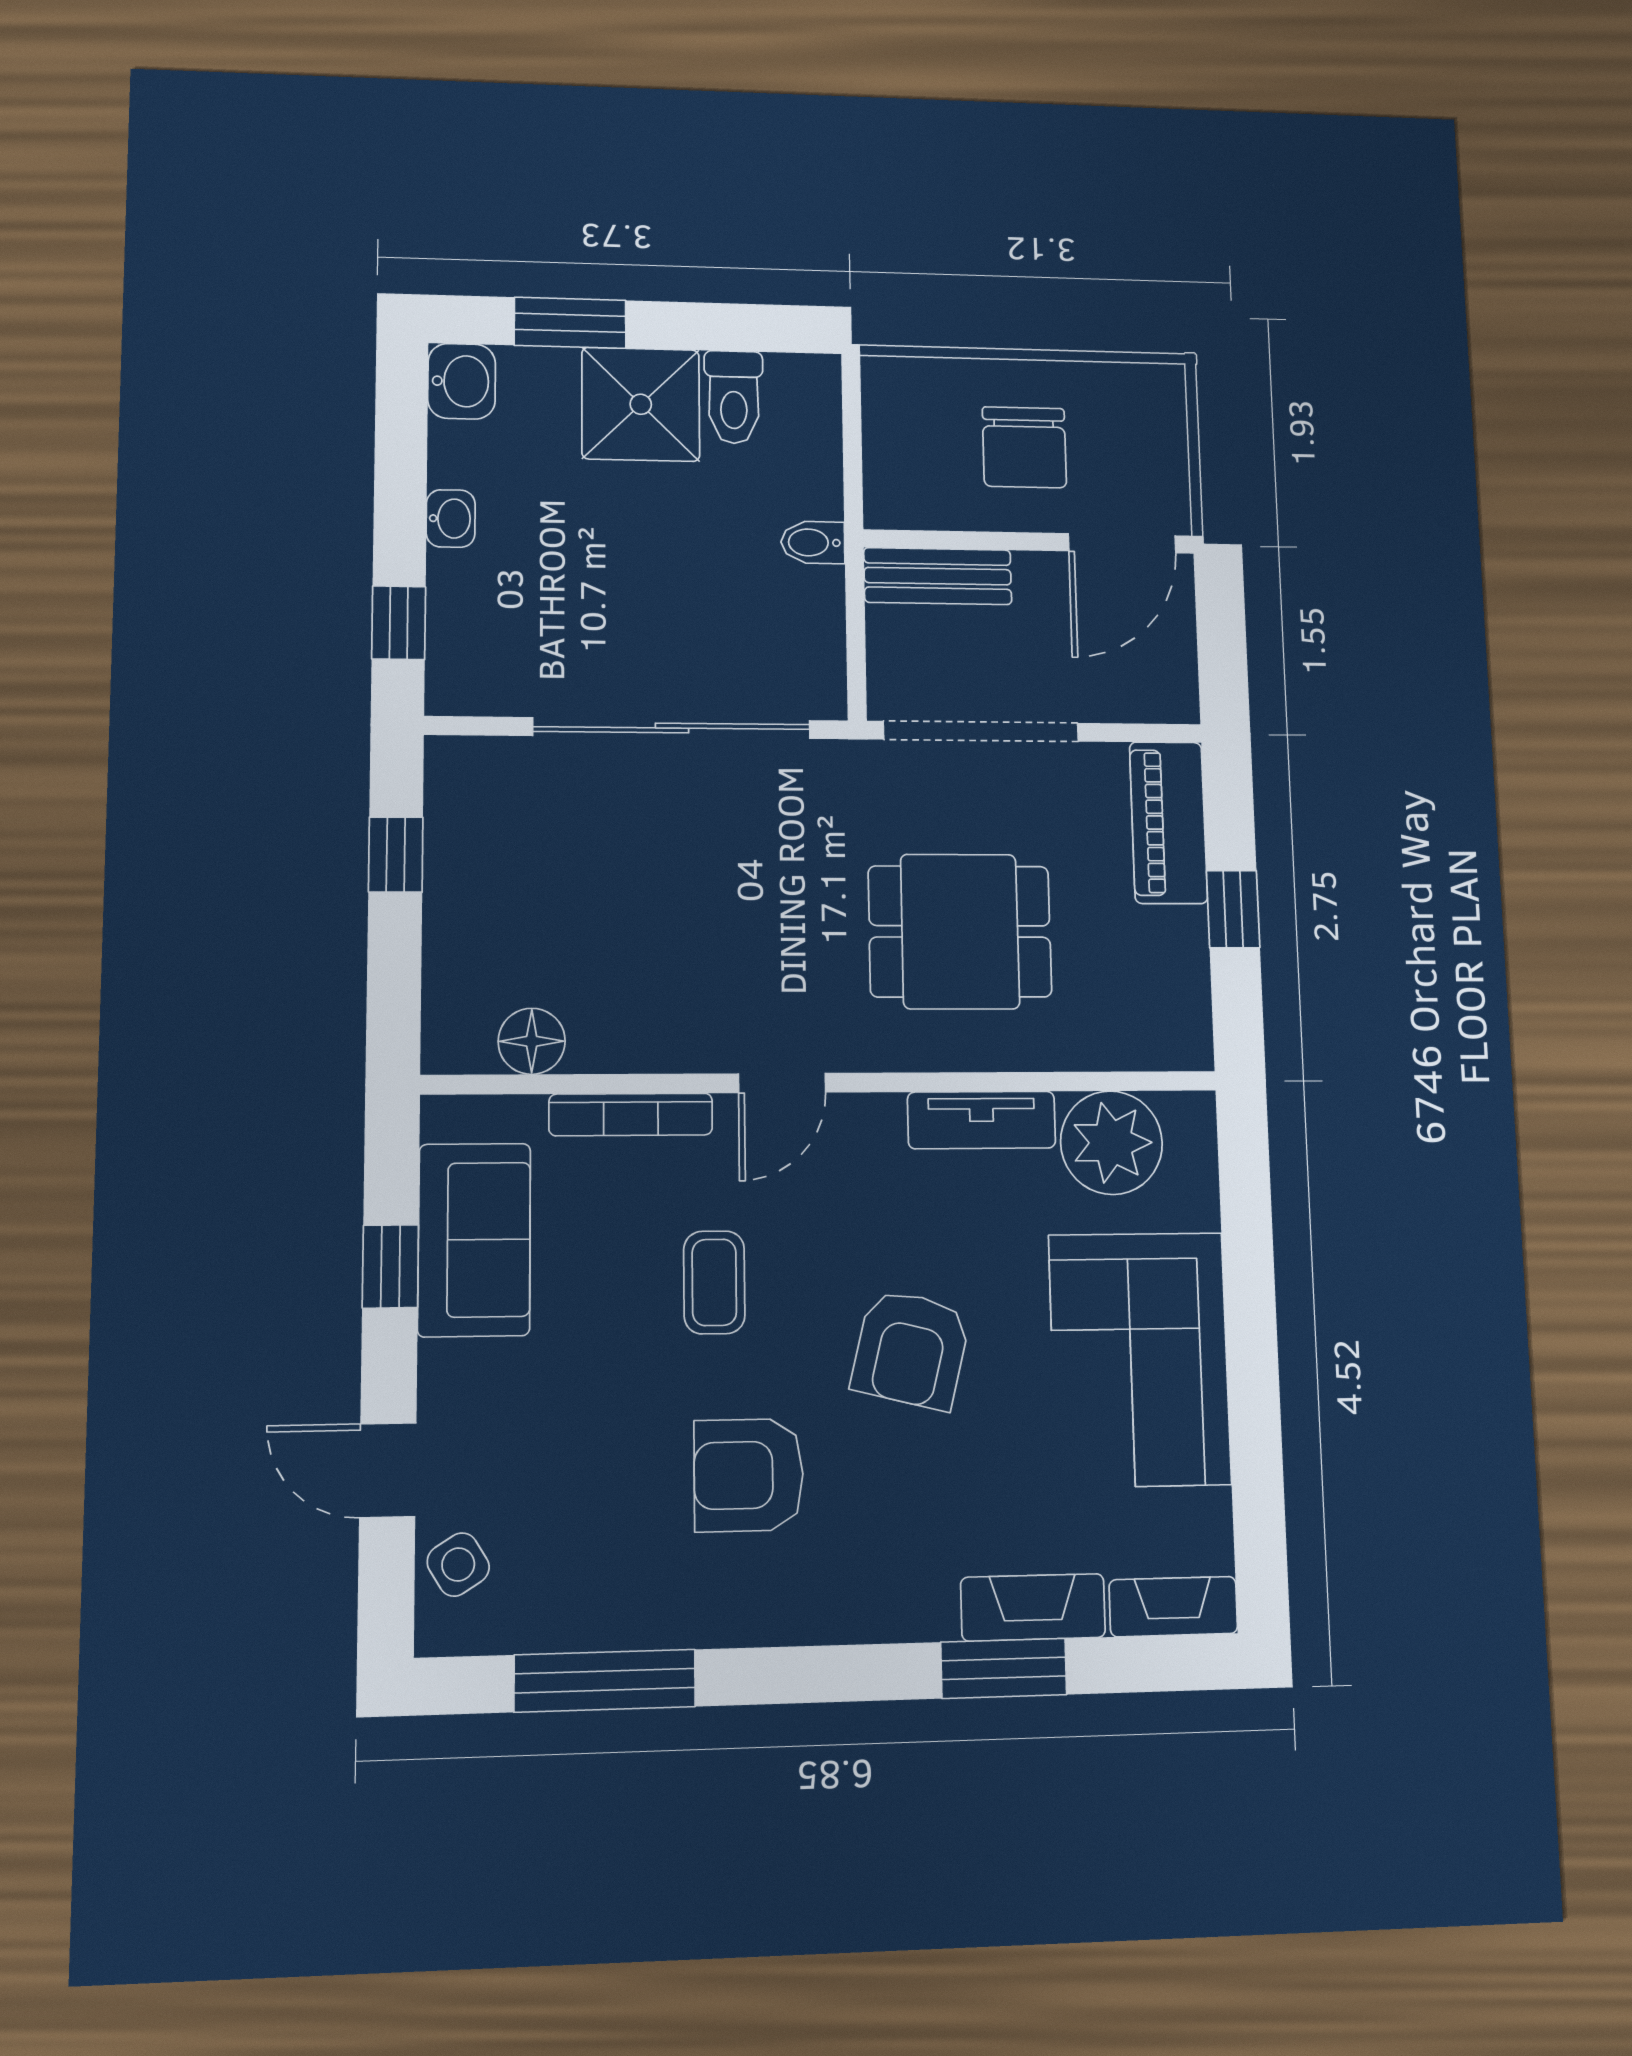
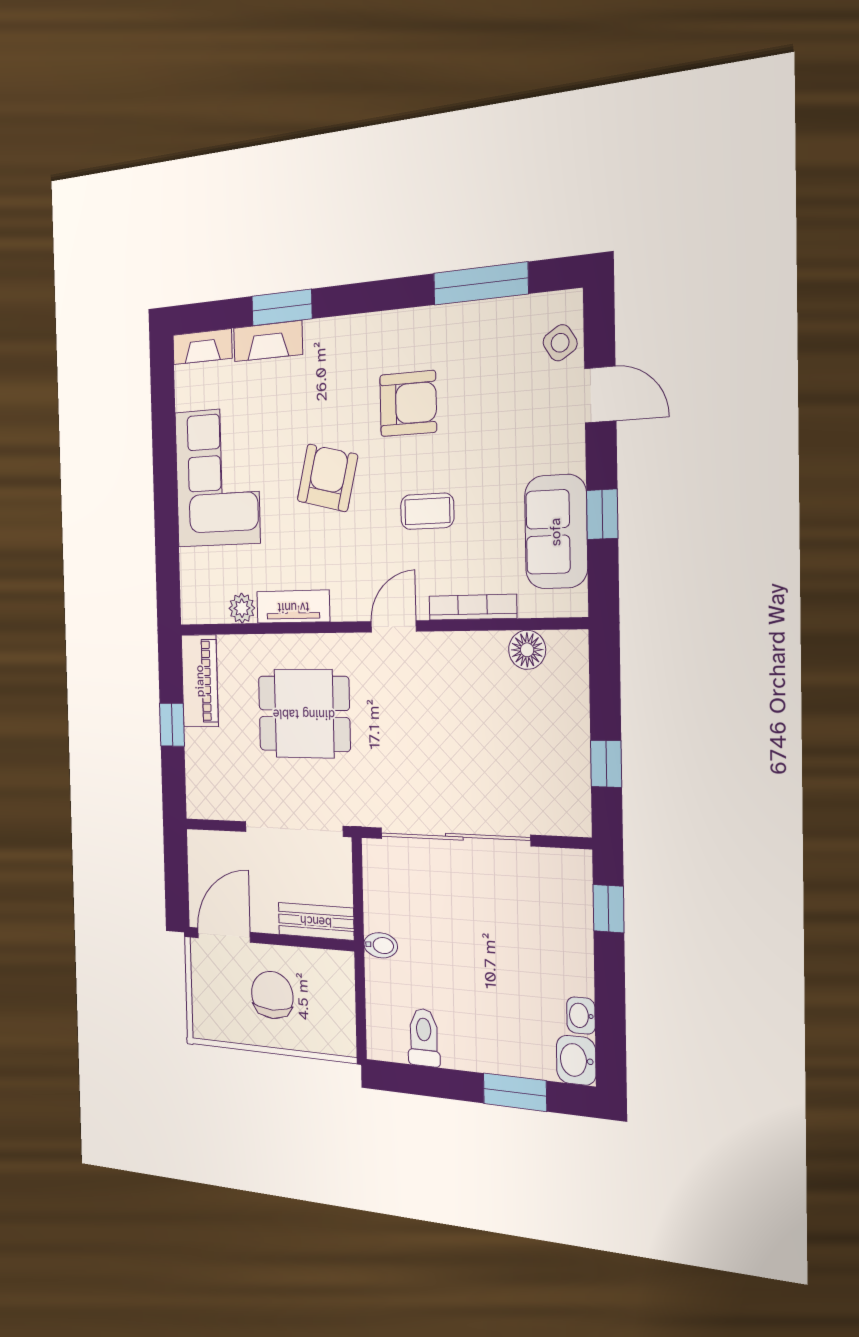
shower: (641, 404) -> (475, 1037), removed
washbasin: (451, 519) -> (581, 1016), moved
piano: (1168, 823) -> (200, 681), moved
plant: (1111, 1143) -> (242, 608), width x0.53, depth x0.53
coffee table: (714, 1282) -> (427, 511), turned 90

